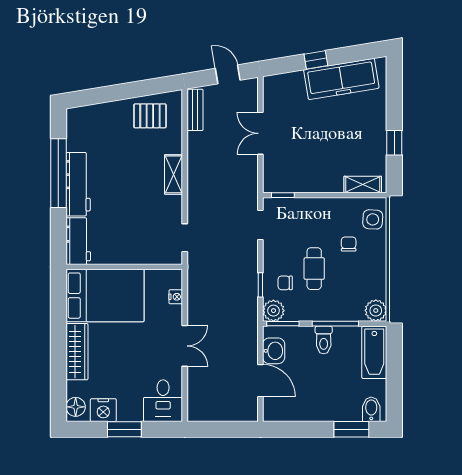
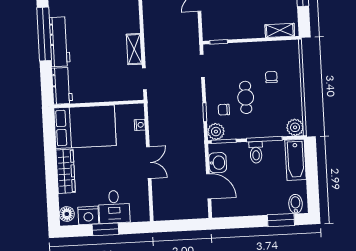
shelving: (174, 174) -> (134, 49), moved
side table: (373, 219) -> (289, 57), removed
desk: (163, 401) -> (114, 207), moved

